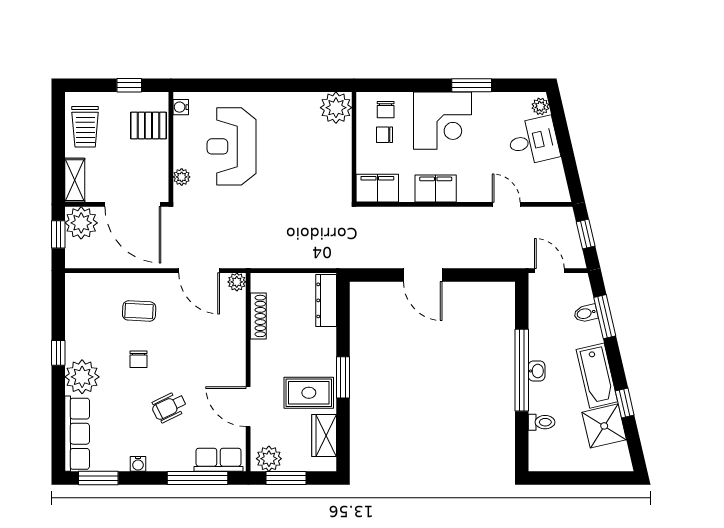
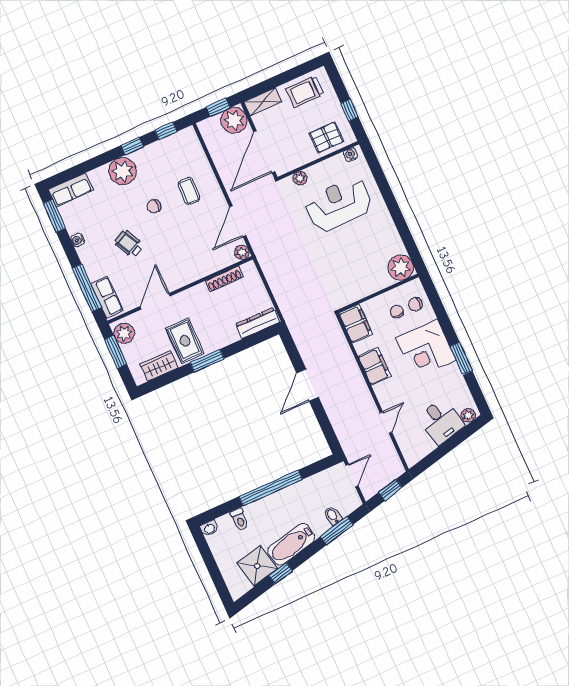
pallet: (148, 126) -> (327, 137), turned 90
window: (58, 306) -> (166, 131), added
washbasin: (537, 371) -> (209, 528), moved
row of seats: (77, 434) -> (71, 190), width x0.68

